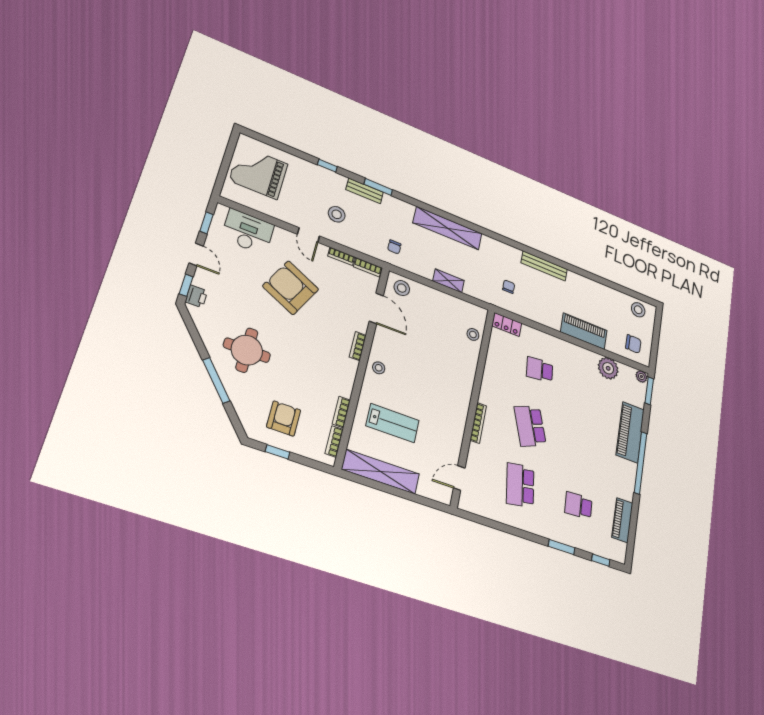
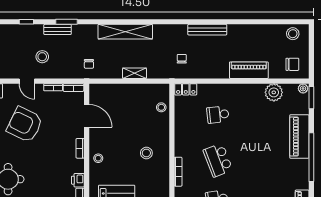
stool: (402, 288) -> (146, 153), moved
printer: (344, 387) -> (78, 180), added

